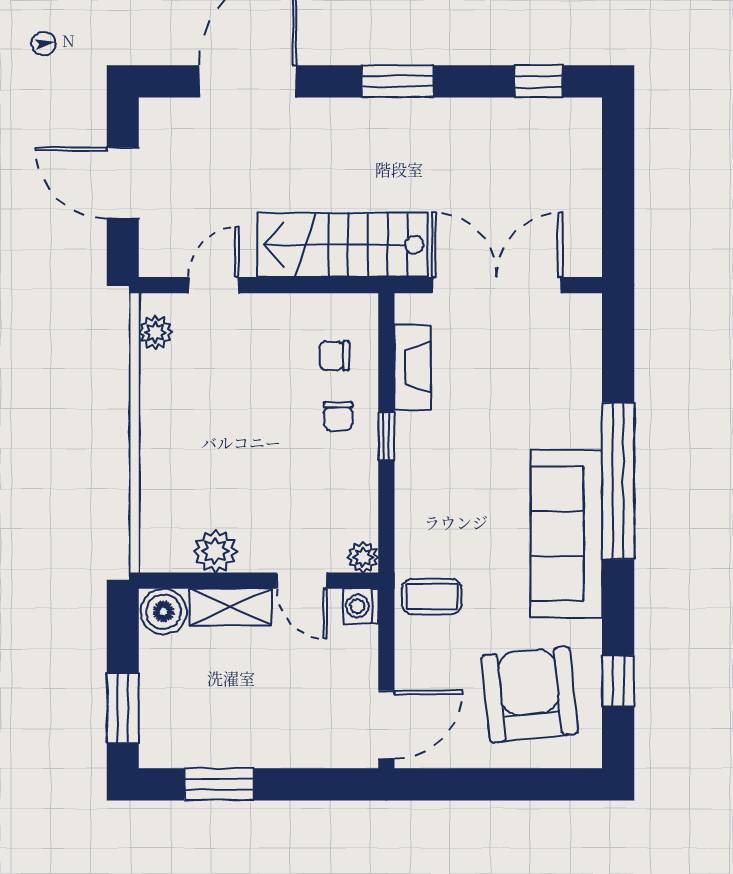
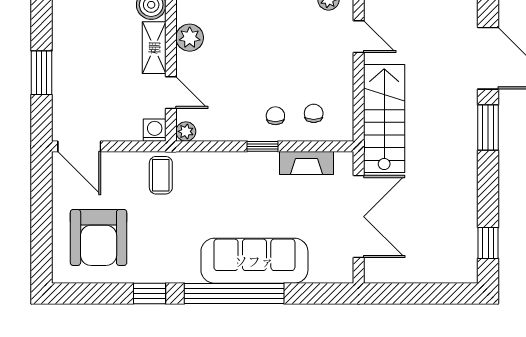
window: (398, 81) -> (488, 128), moved
chair: (338, 416) -> (275, 116), turned 90
sofa: (566, 534) -> (254, 261), moved
door: (302, 581) -> (171, 93), swing flipped
window: (618, 681) -> (149, 294), moved
armchair: (530, 695) -> (99, 237), turned 96
window: (219, 784) -> (41, 73), moved

